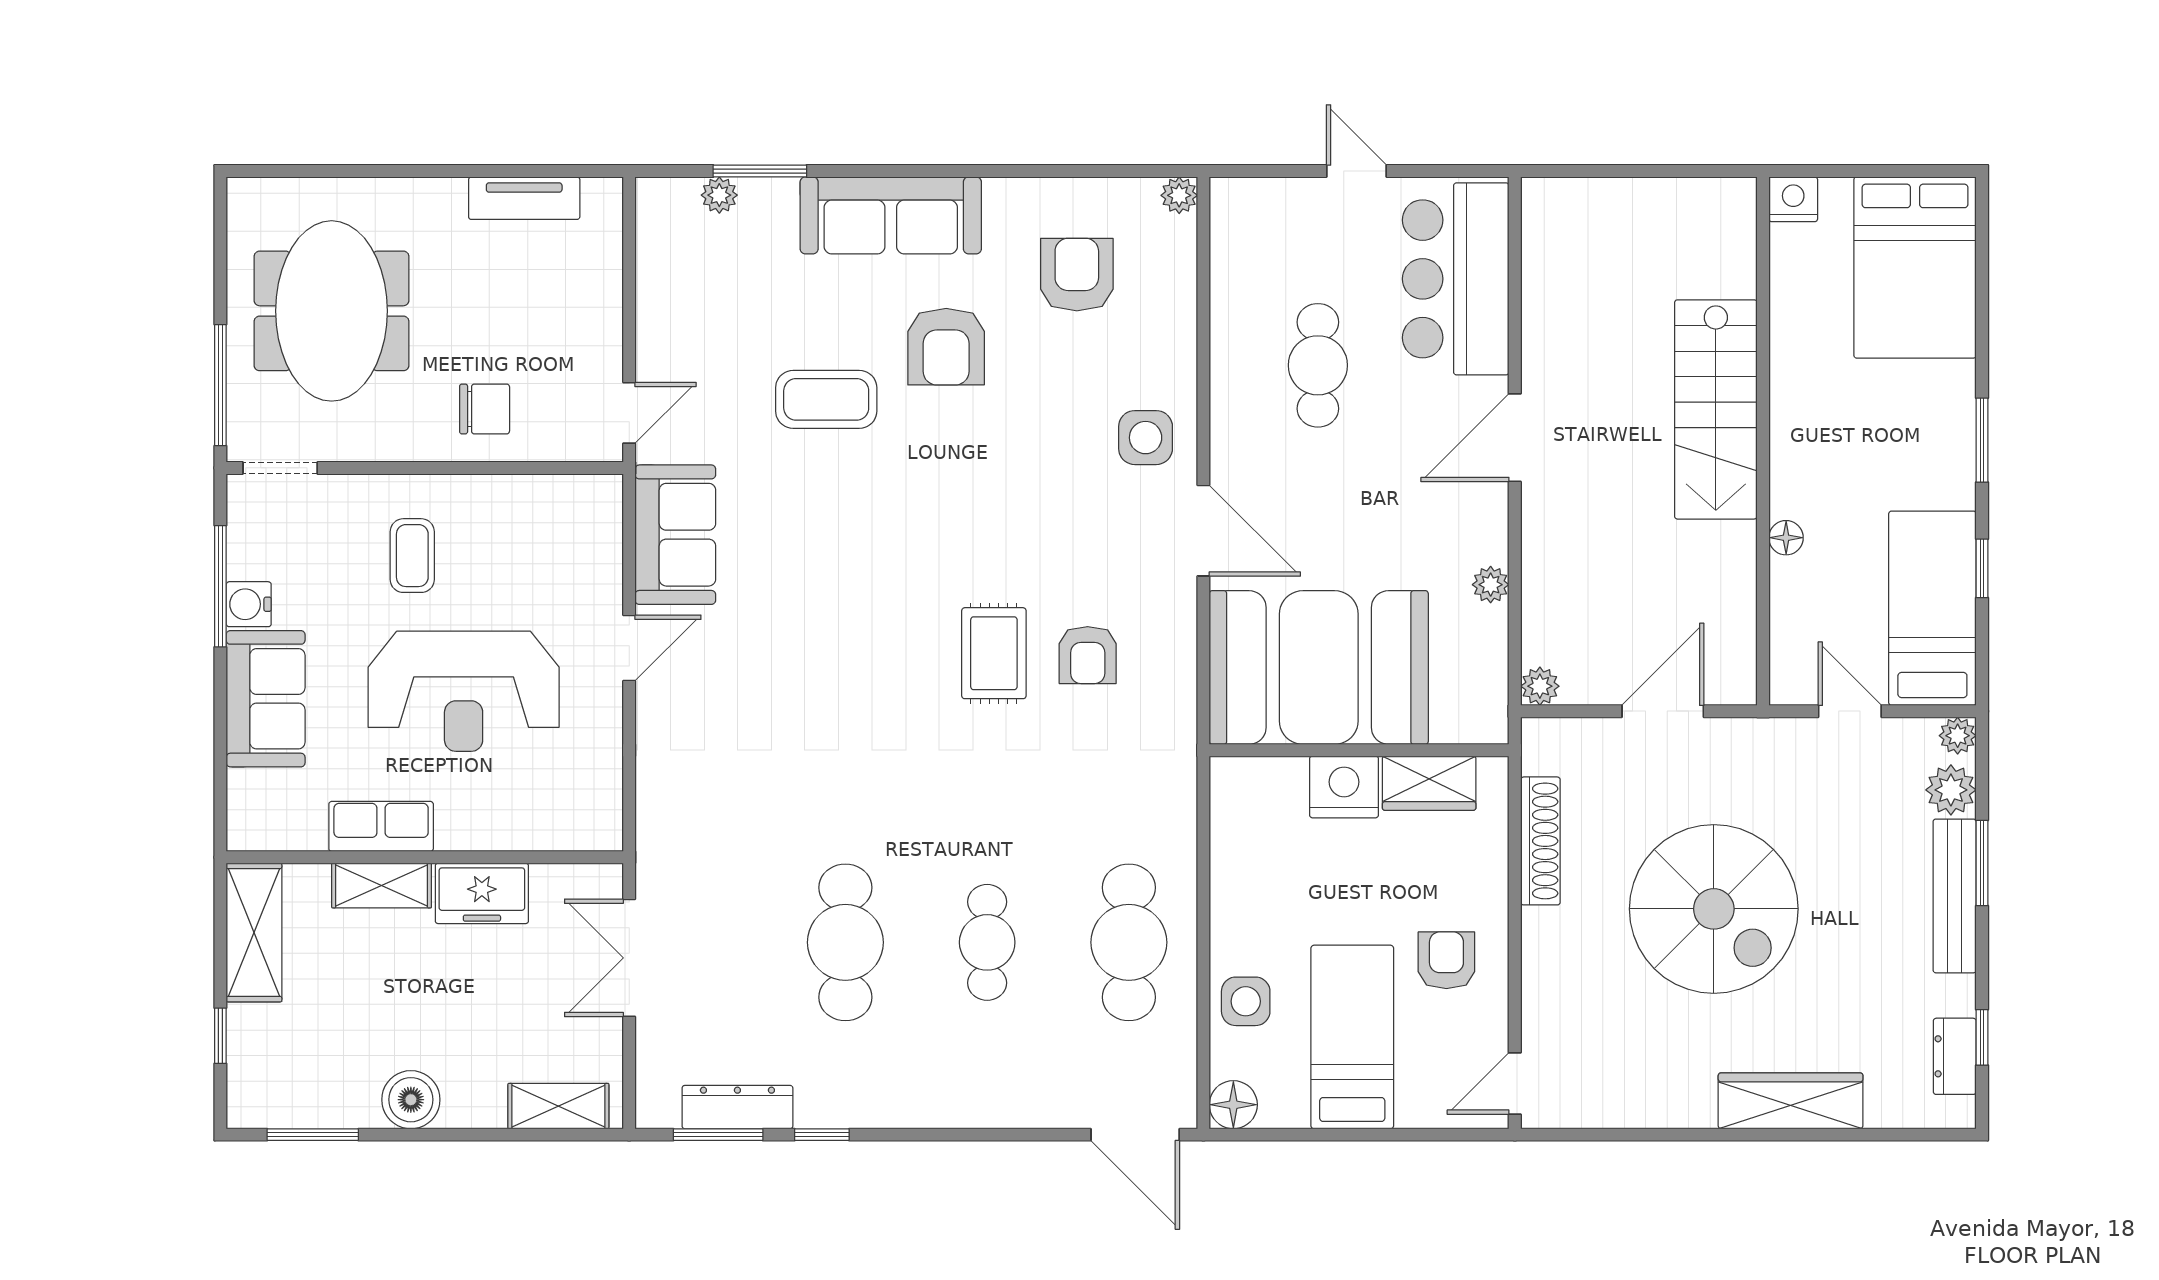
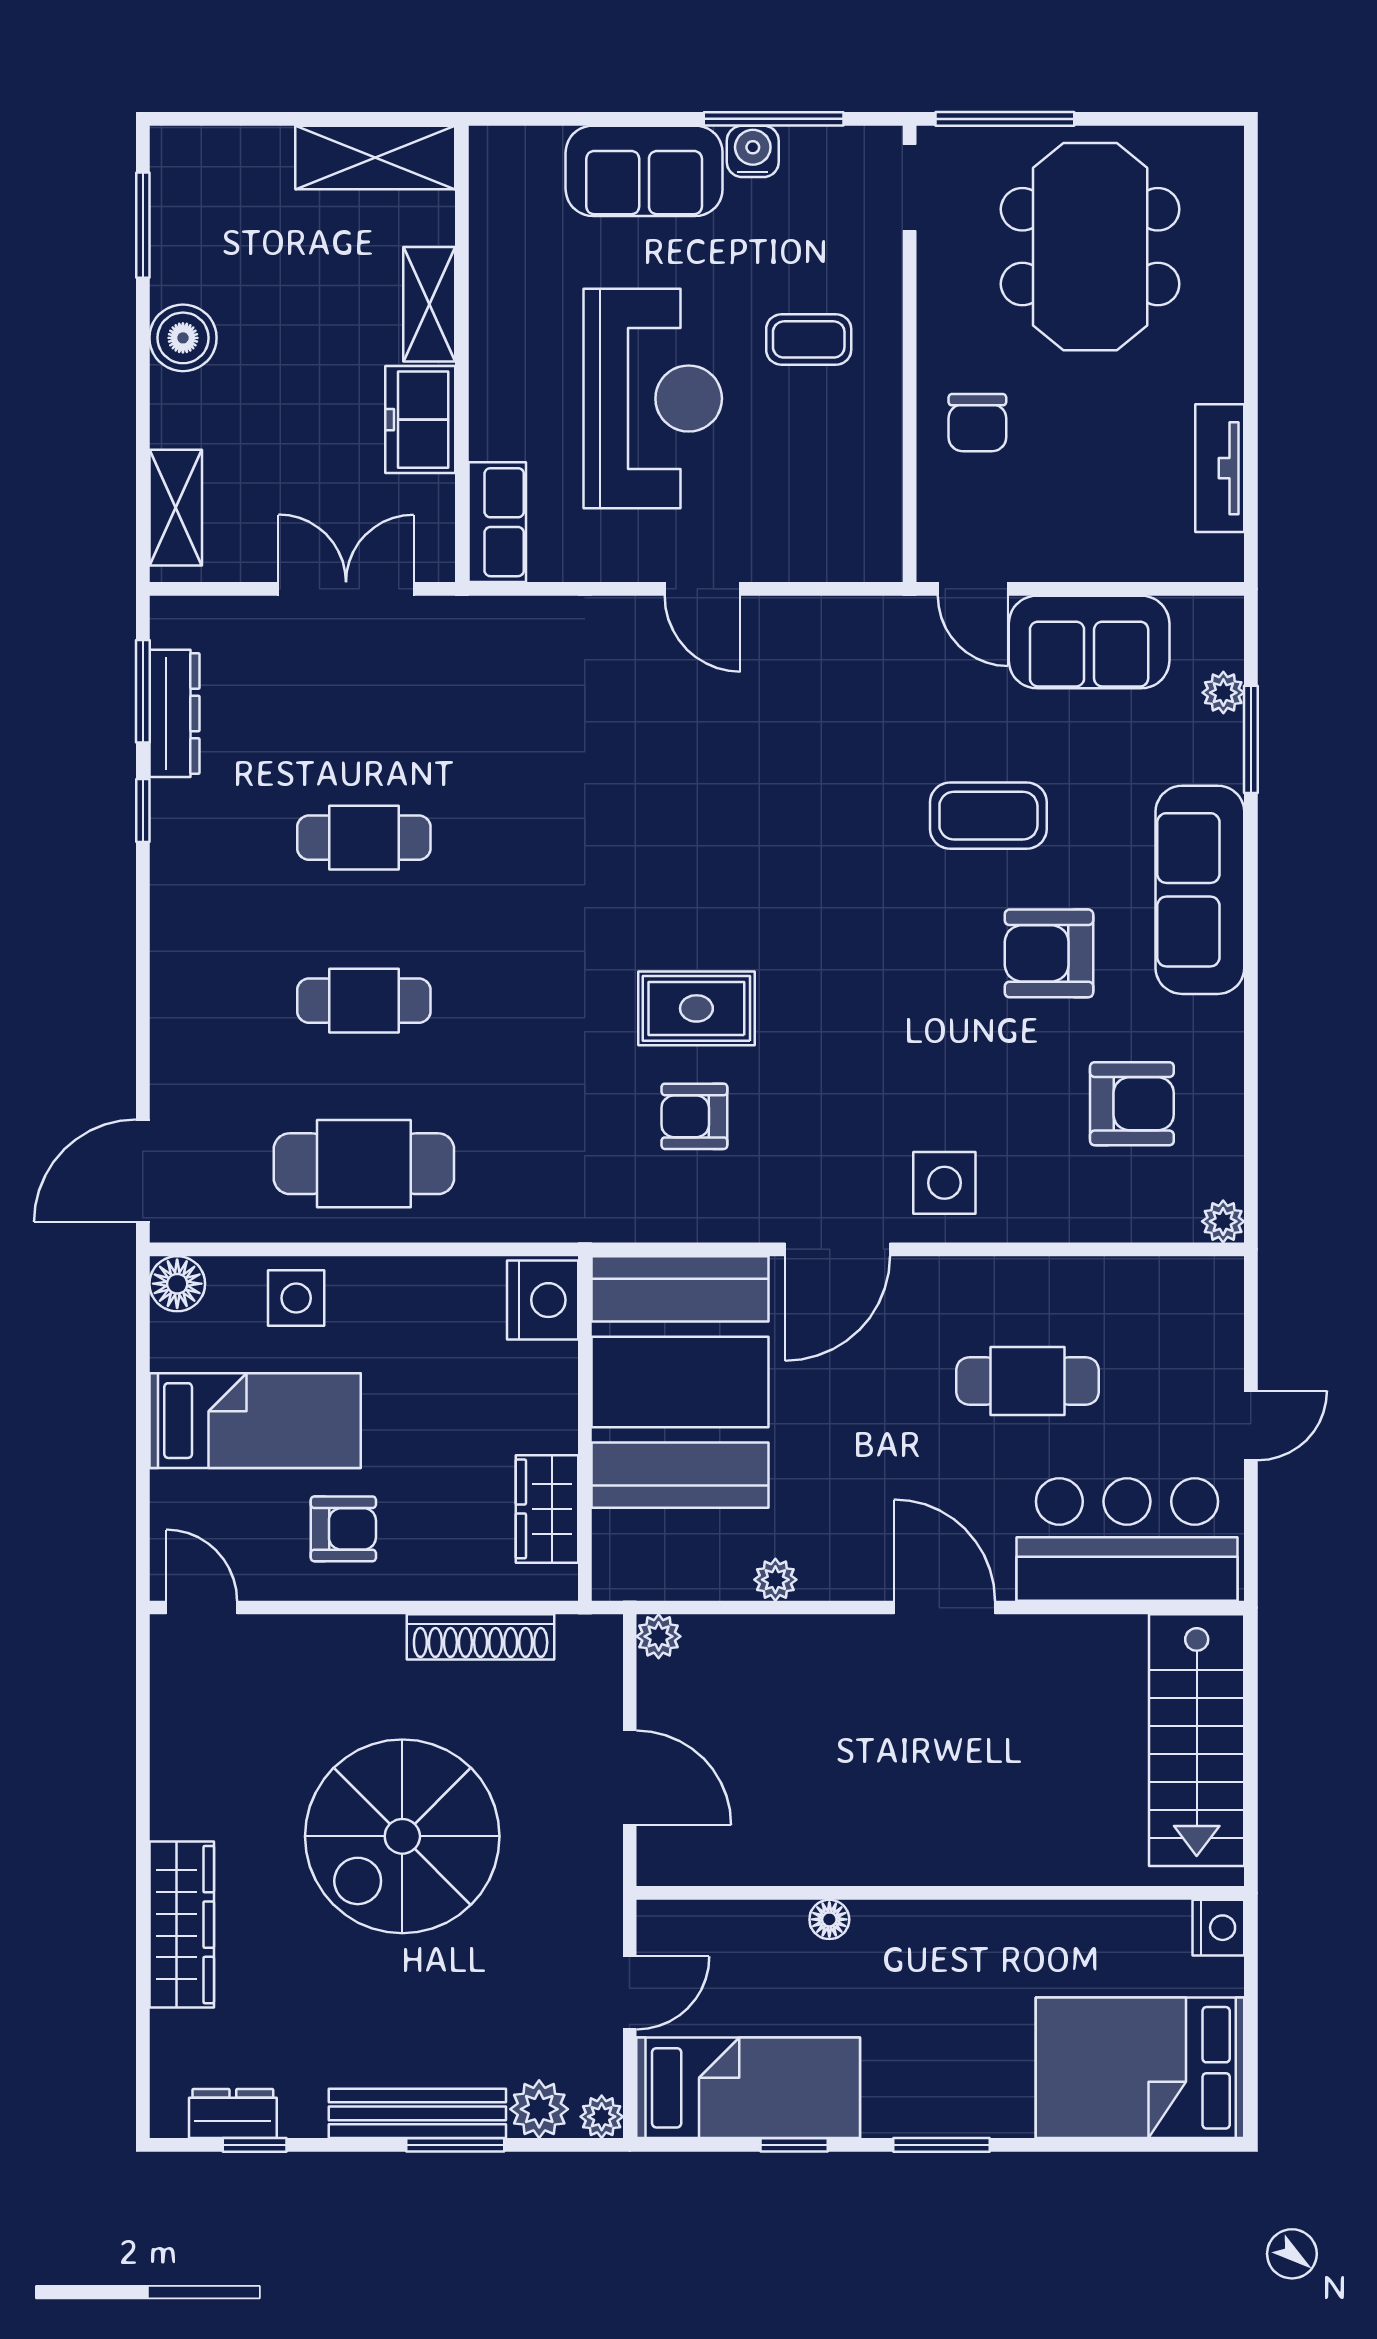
meeting table: (332, 311) -> (1090, 247), turned 90
coffee table: (826, 399) -> (988, 816), turned 90
stairs: (1716, 409) -> (1197, 1740), moved, turned -90
sofa: (675, 535) -> (1089, 642), moved
reception desk: (464, 691) -> (653, 399), turned 180
nightstand: (1344, 787) -> (543, 1300), moved
row of seats: (381, 826) -> (497, 522), moved
cafe table: (845, 942) -> (364, 838), width x0.73, depth x0.74
window: (220, 1036) -> (256, 119), removed

